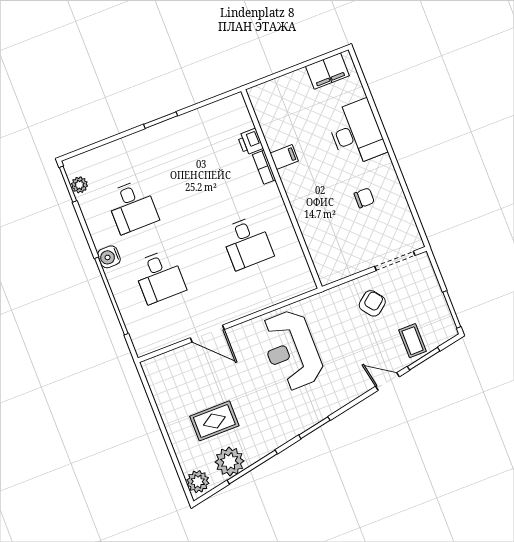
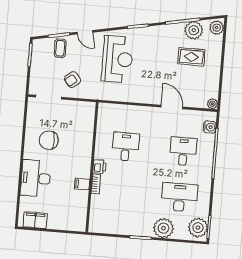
printer: (250, 142) -> (100, 167), moved
plant: (134, 150) -> (163, 228), added
plant: (79, 185) -> (198, 228), width x1.88, depth x1.88
chair: (364, 198) -> (49, 140), width x1.87, depth x1.87
desk: (132, 207) -> (179, 197), width x1.37
water cooler: (109, 257) -> (210, 127), moved
reception desk: (291, 350) -> (117, 59), moved
plant: (150, 367) -> (212, 104), added

